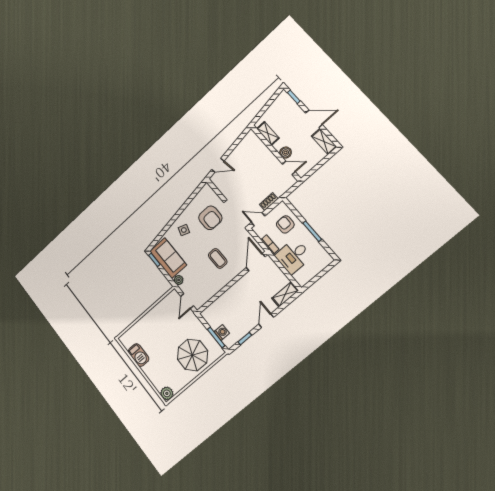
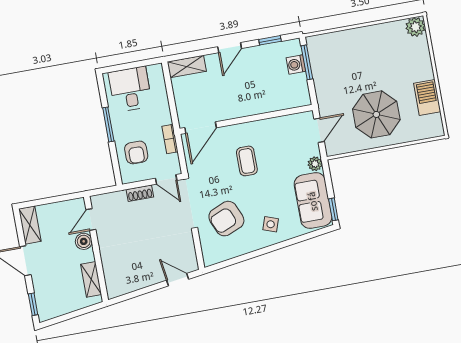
door: (289, 168) -> (91, 220), hinge flipped
armchair: (210, 218) -> (226, 219), turned -113
desk: (293, 256) -> (130, 89), moved, turned -90
parasol: (192, 355) -> (376, 114), moved

